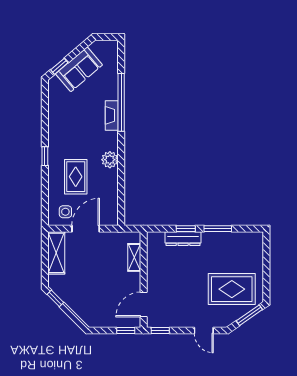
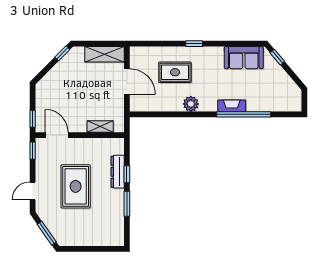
sofa: (79, 69) -> (244, 58), moved, turned -50
side table: (65, 212) -> (143, 63), removed
rug: (232, 289) -> (76, 186), moved

